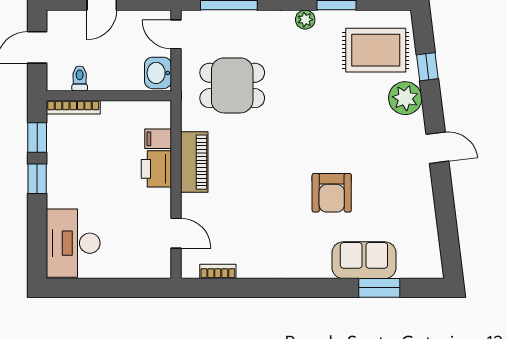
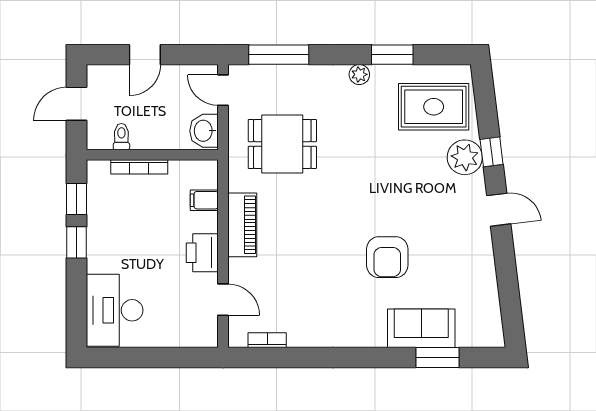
window: (427, 67) -> (492, 152), moved
bookcase: (73, 107) -> (139, 167), moved
printer: (156, 169) -> (202, 253), moved

